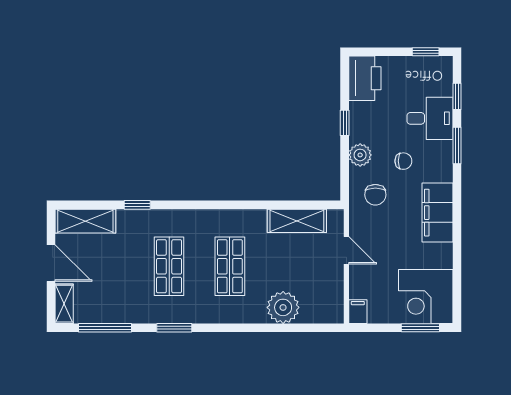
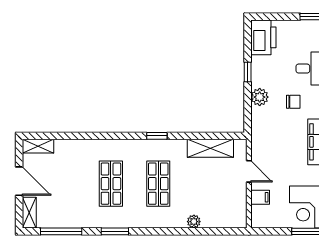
chair: (375, 195) -> (271, 128), removed
window: (137, 205) -> (157, 136), moved
shelving: (85, 221) -> (38, 146), width x0.67, depth x0.75
plant: (283, 307) -> (194, 222), width x0.53, depth x0.53
filing cabinet: (358, 312) -> (260, 197), moved, turned 90

